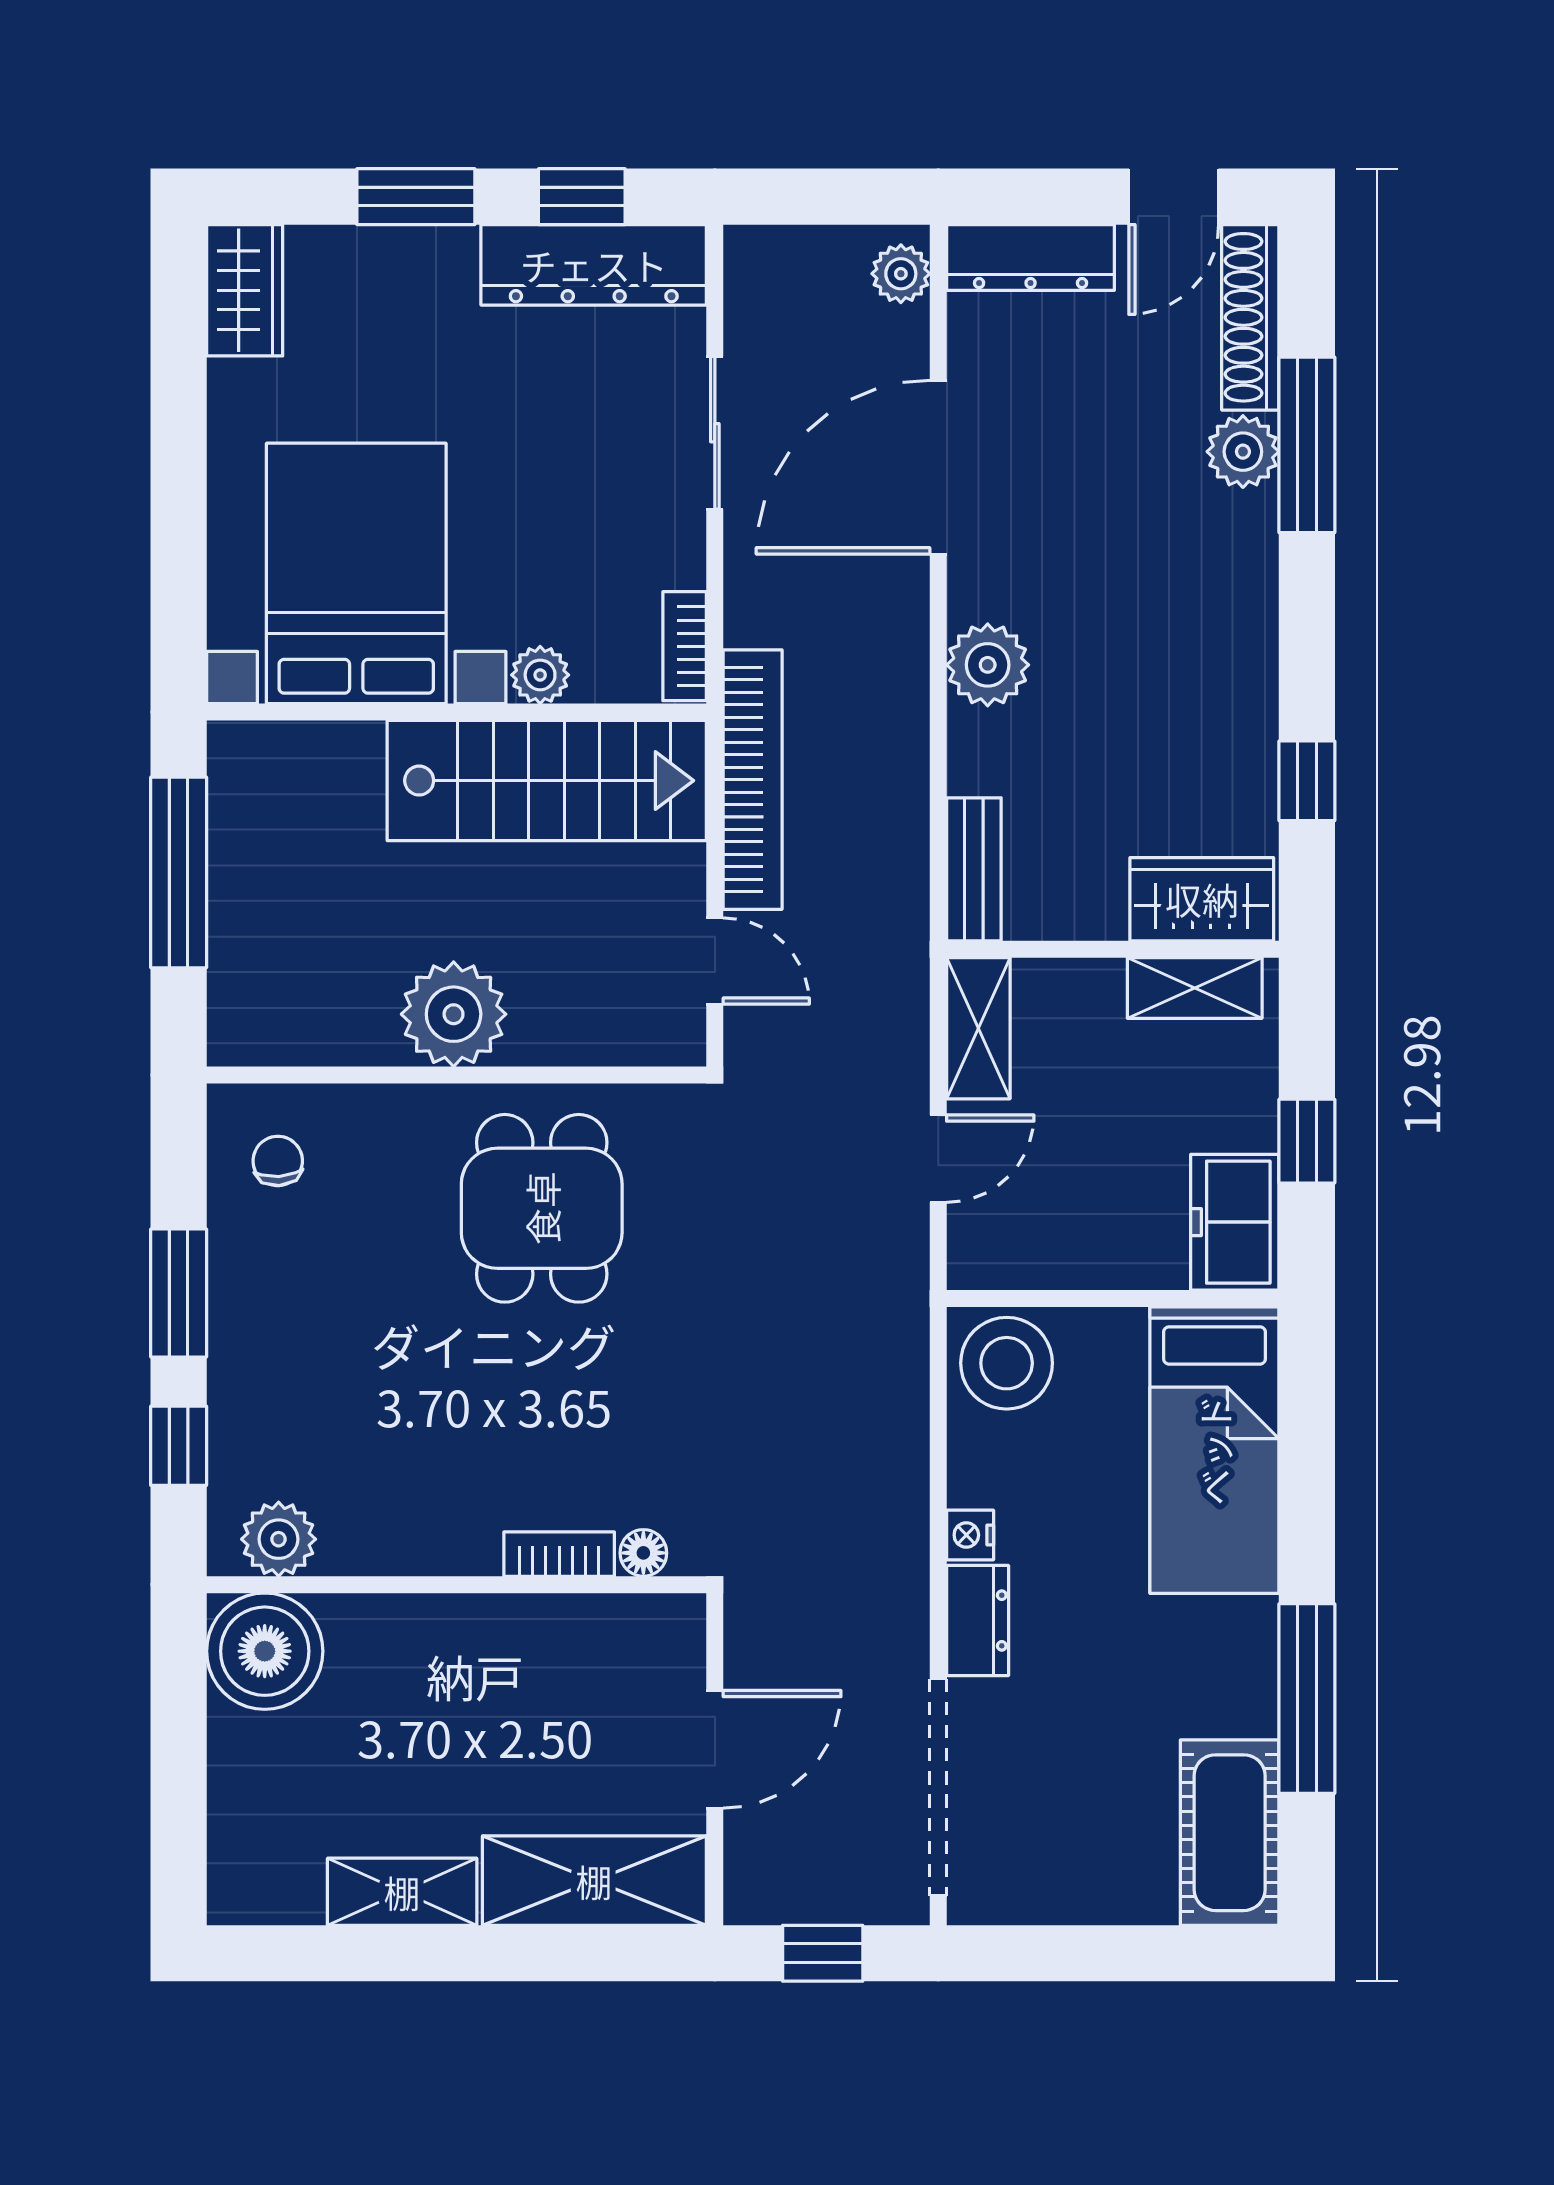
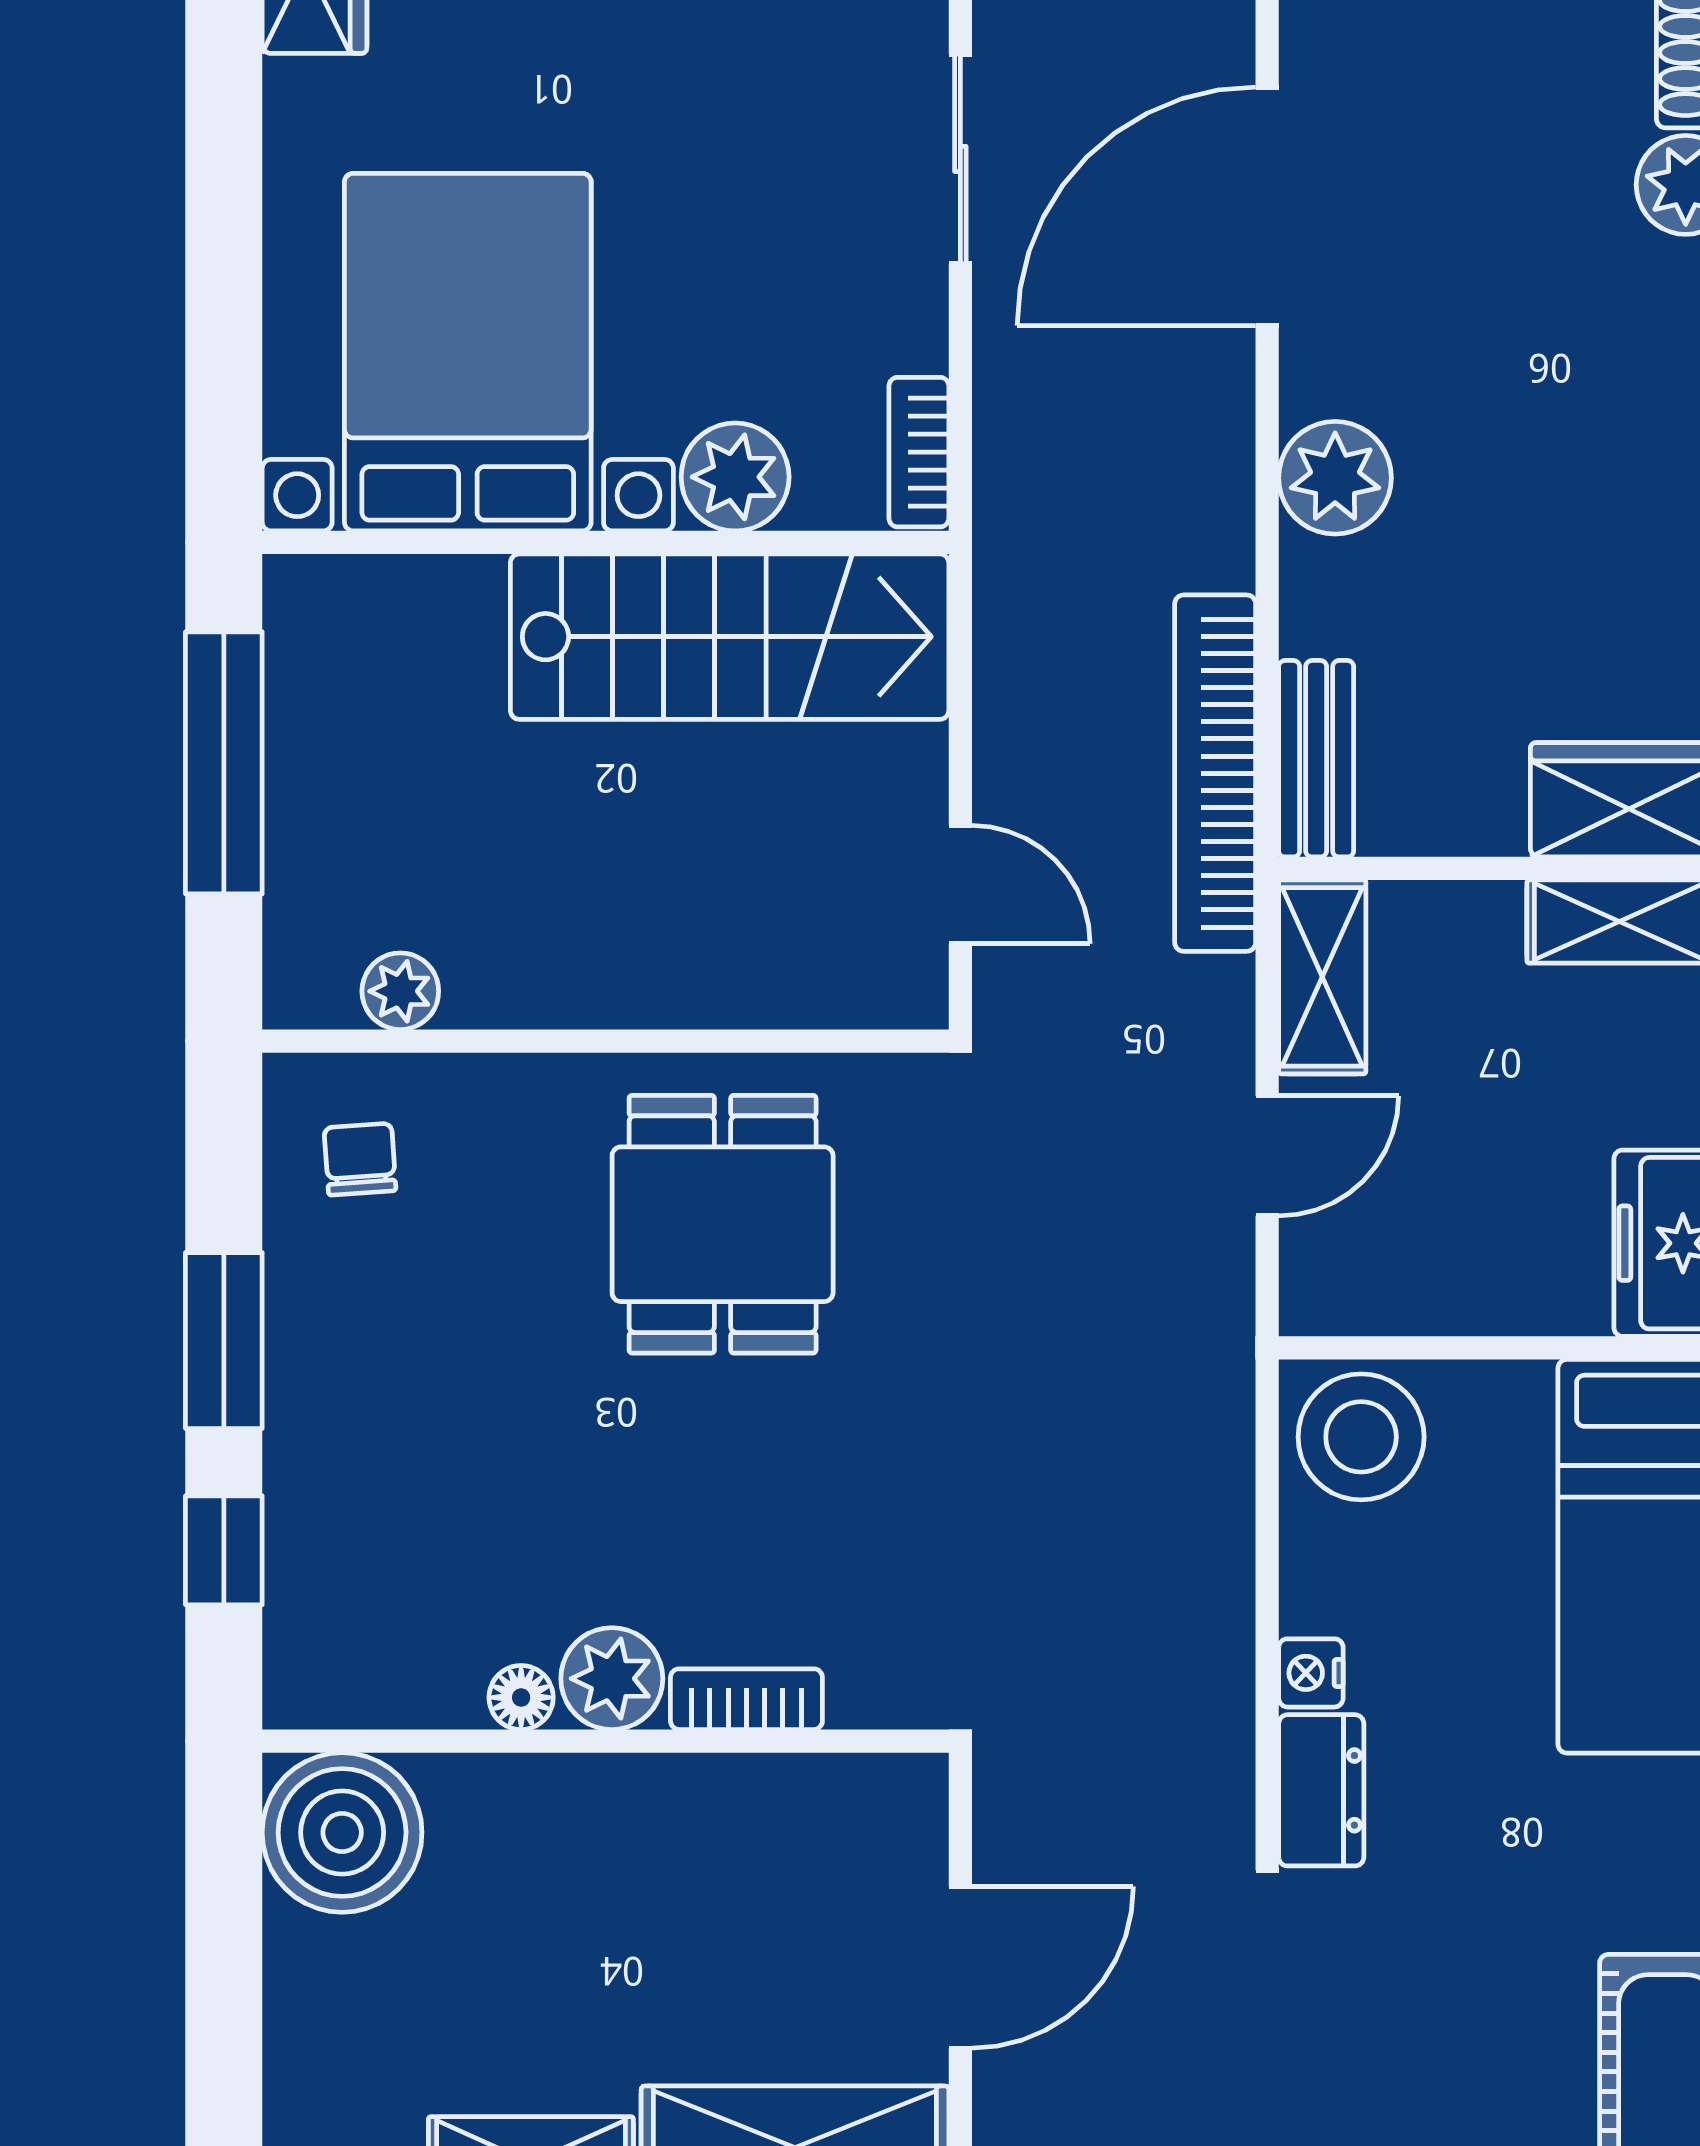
plant: (540, 675) -> (735, 477), width x1.38, depth x1.38
bookcase: (753, 780) -> (1215, 773), moved, turned 180
plant: (454, 1014) -> (400, 991), moved, width x0.53, depth x0.53
plant: (279, 1539) -> (612, 1679), moved
floor lamp: (643, 1553) -> (521, 1697), moved

